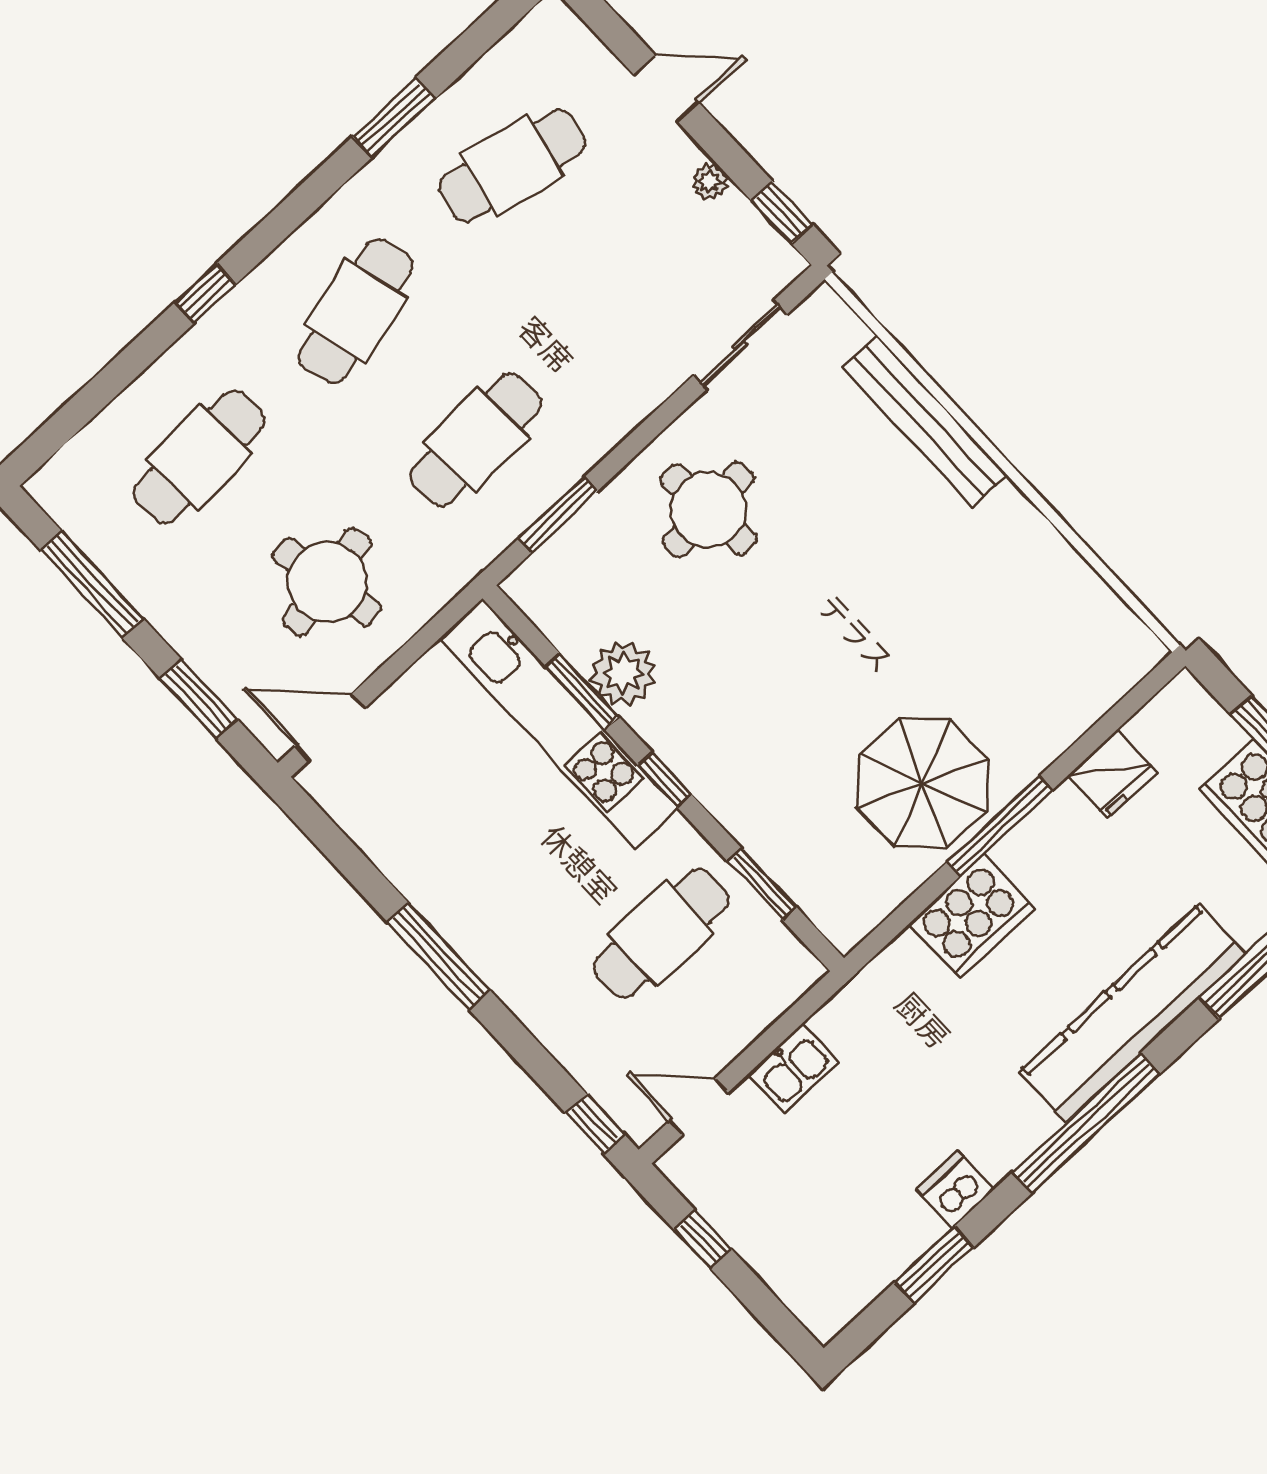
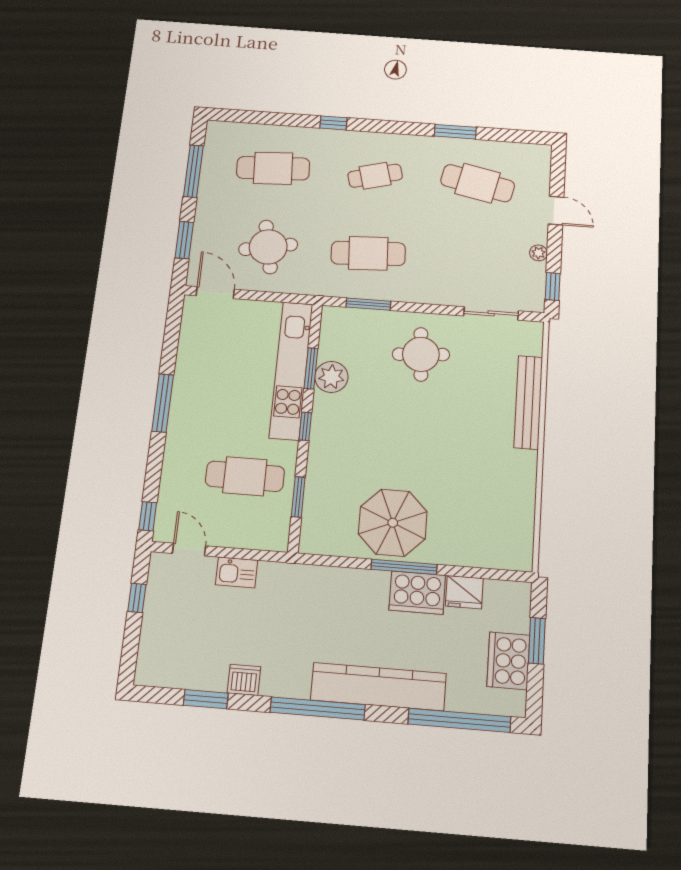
cafe table: (356, 311) -> (375, 176), width x0.73, depth x0.74
cooker: (972, 916) -> (417, 593), moved

